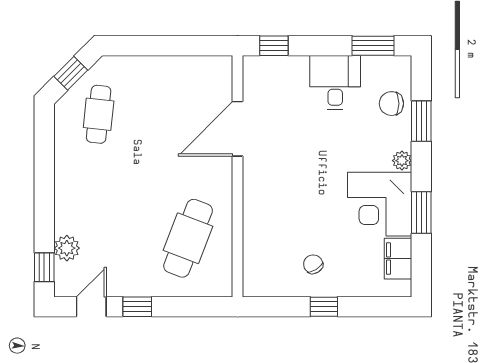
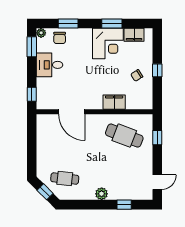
plant: (402, 161) -> (41, 33), moved
filing cabinet: (258, 217) -> (114, 102), added
plant: (67, 248) -> (102, 194), moved
window: (44, 267) -> (124, 205), moved
door: (91, 307) -> (157, 182), swing flipped
window: (137, 307) -> (157, 138), moved

